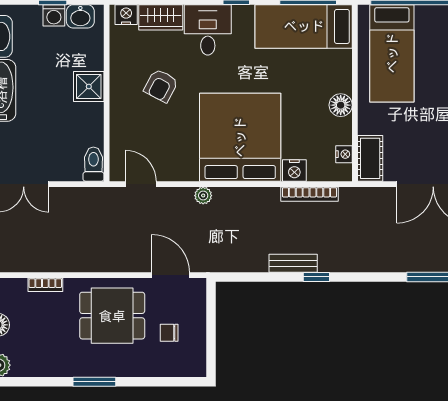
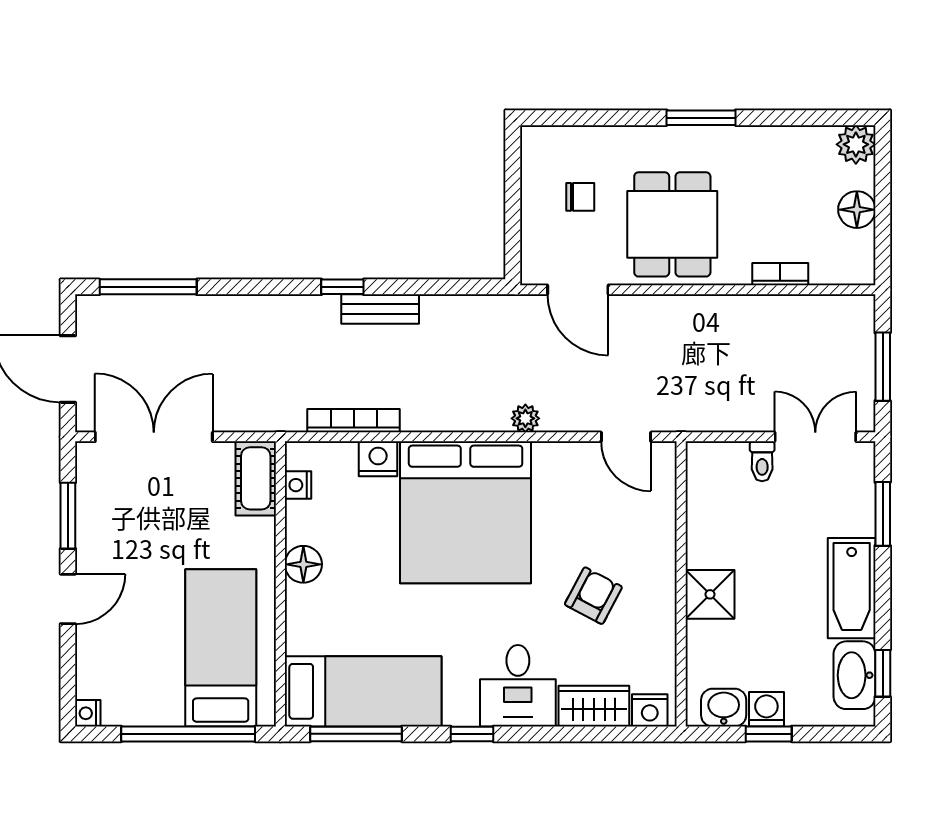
toilet: (93, 164) -> (762, 461), moved, width x0.73, depth x0.72
dining table: (112, 316) -> (672, 224), turned 90

